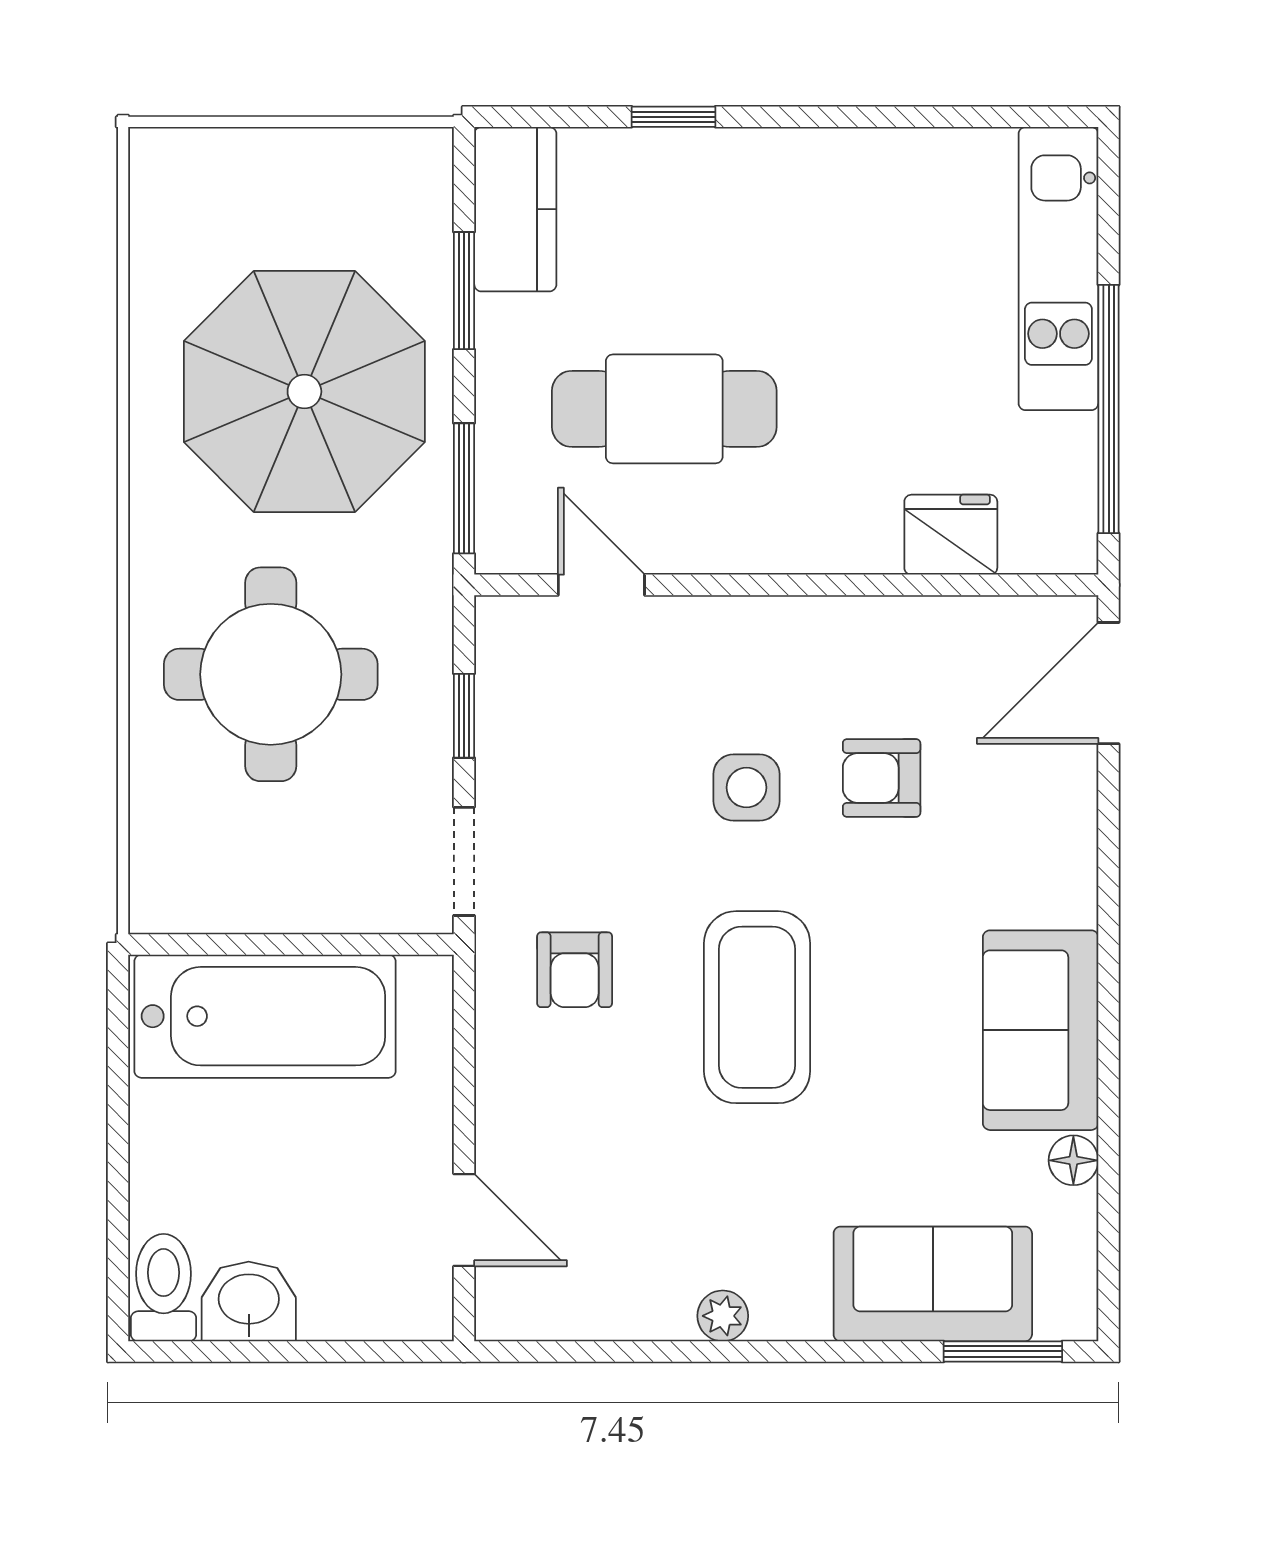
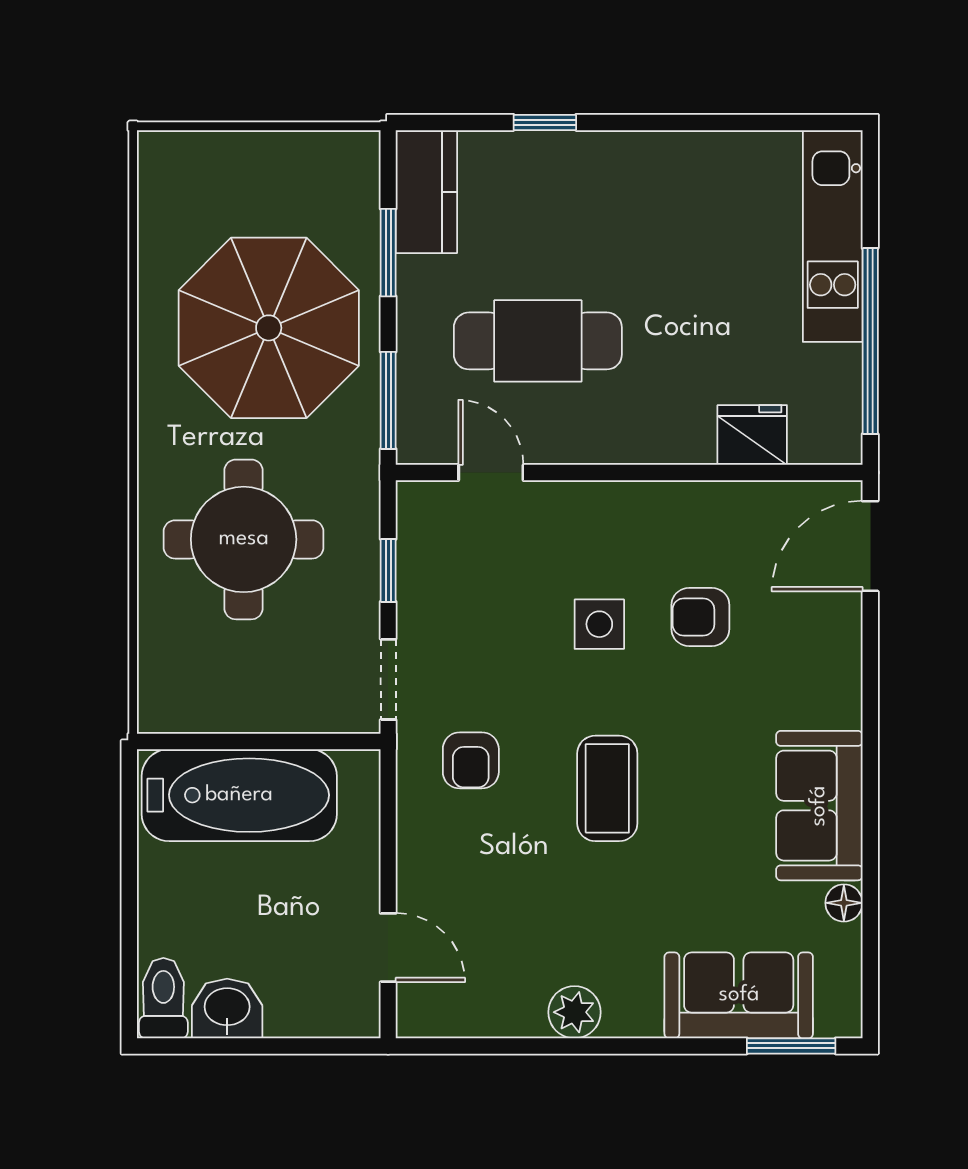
coffee table: (757, 1007) -> (607, 788), width x0.73, depth x0.76
plant: (723, 1316) -> (574, 1012), width x1.38, depth x1.38

